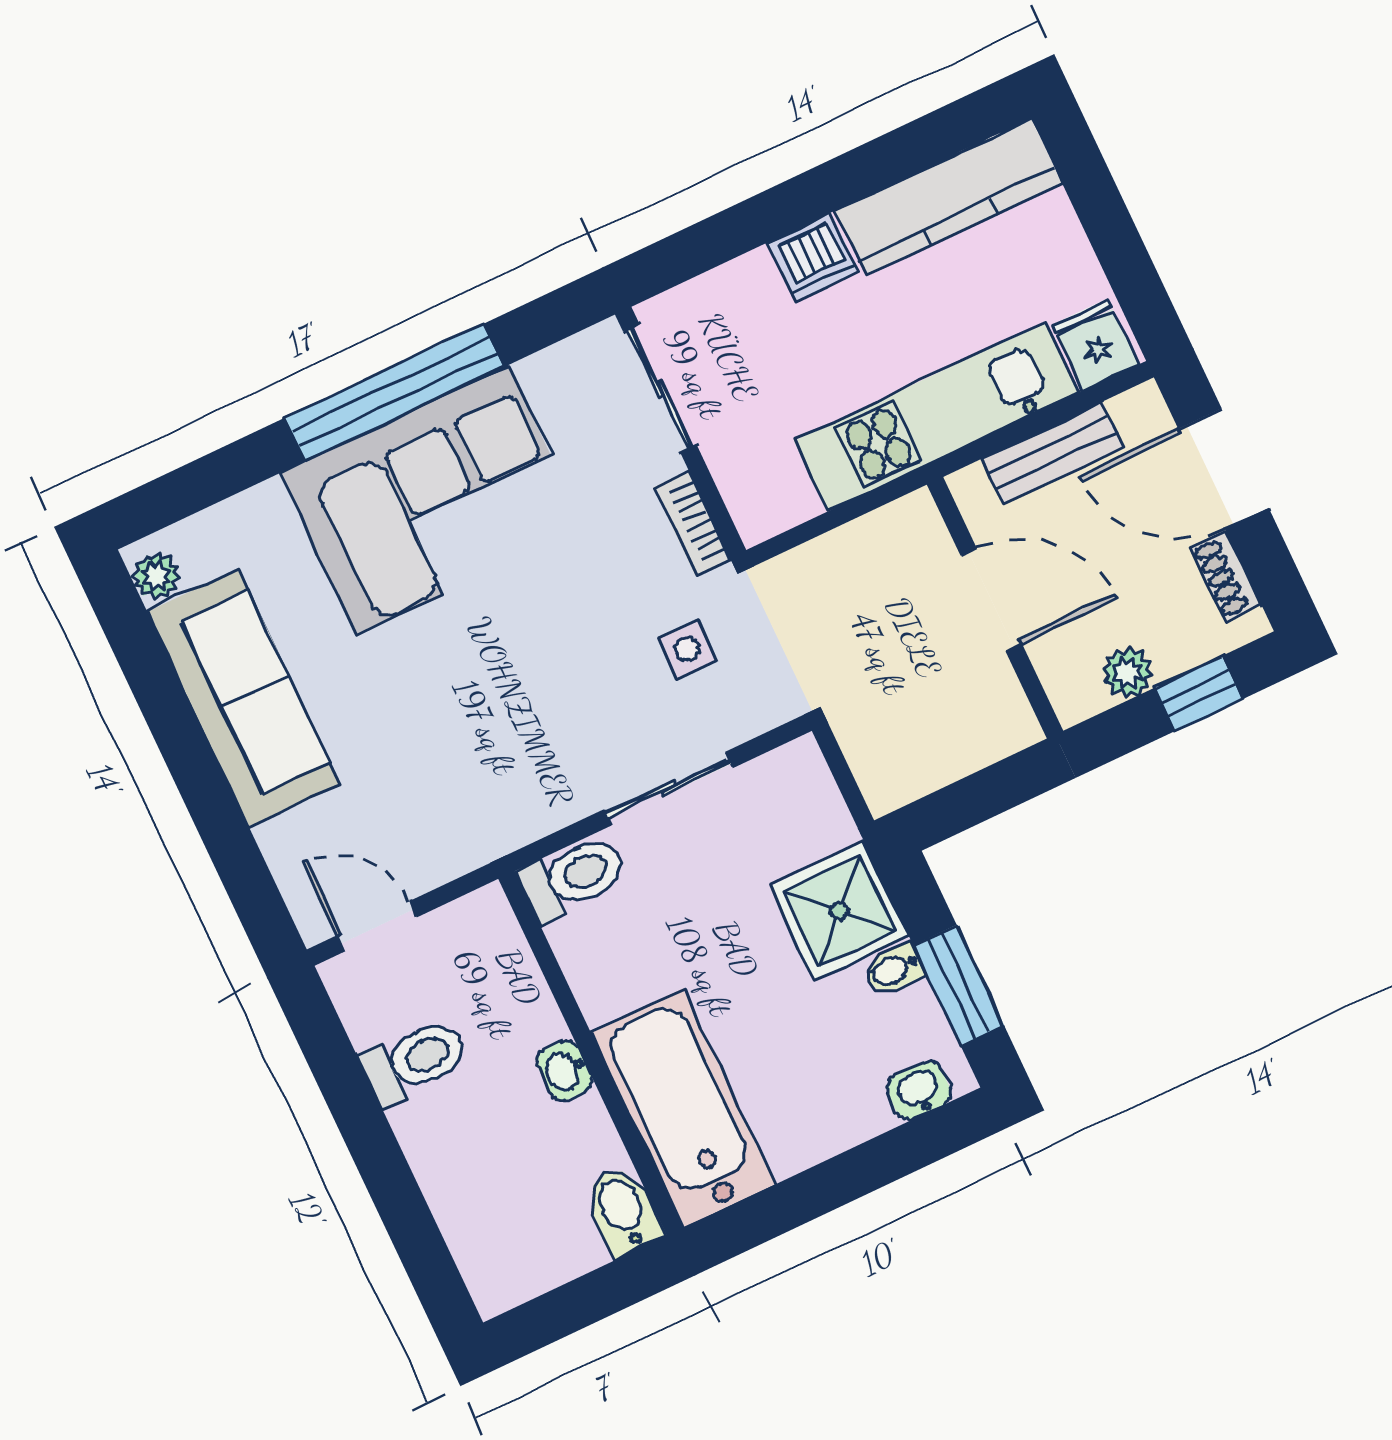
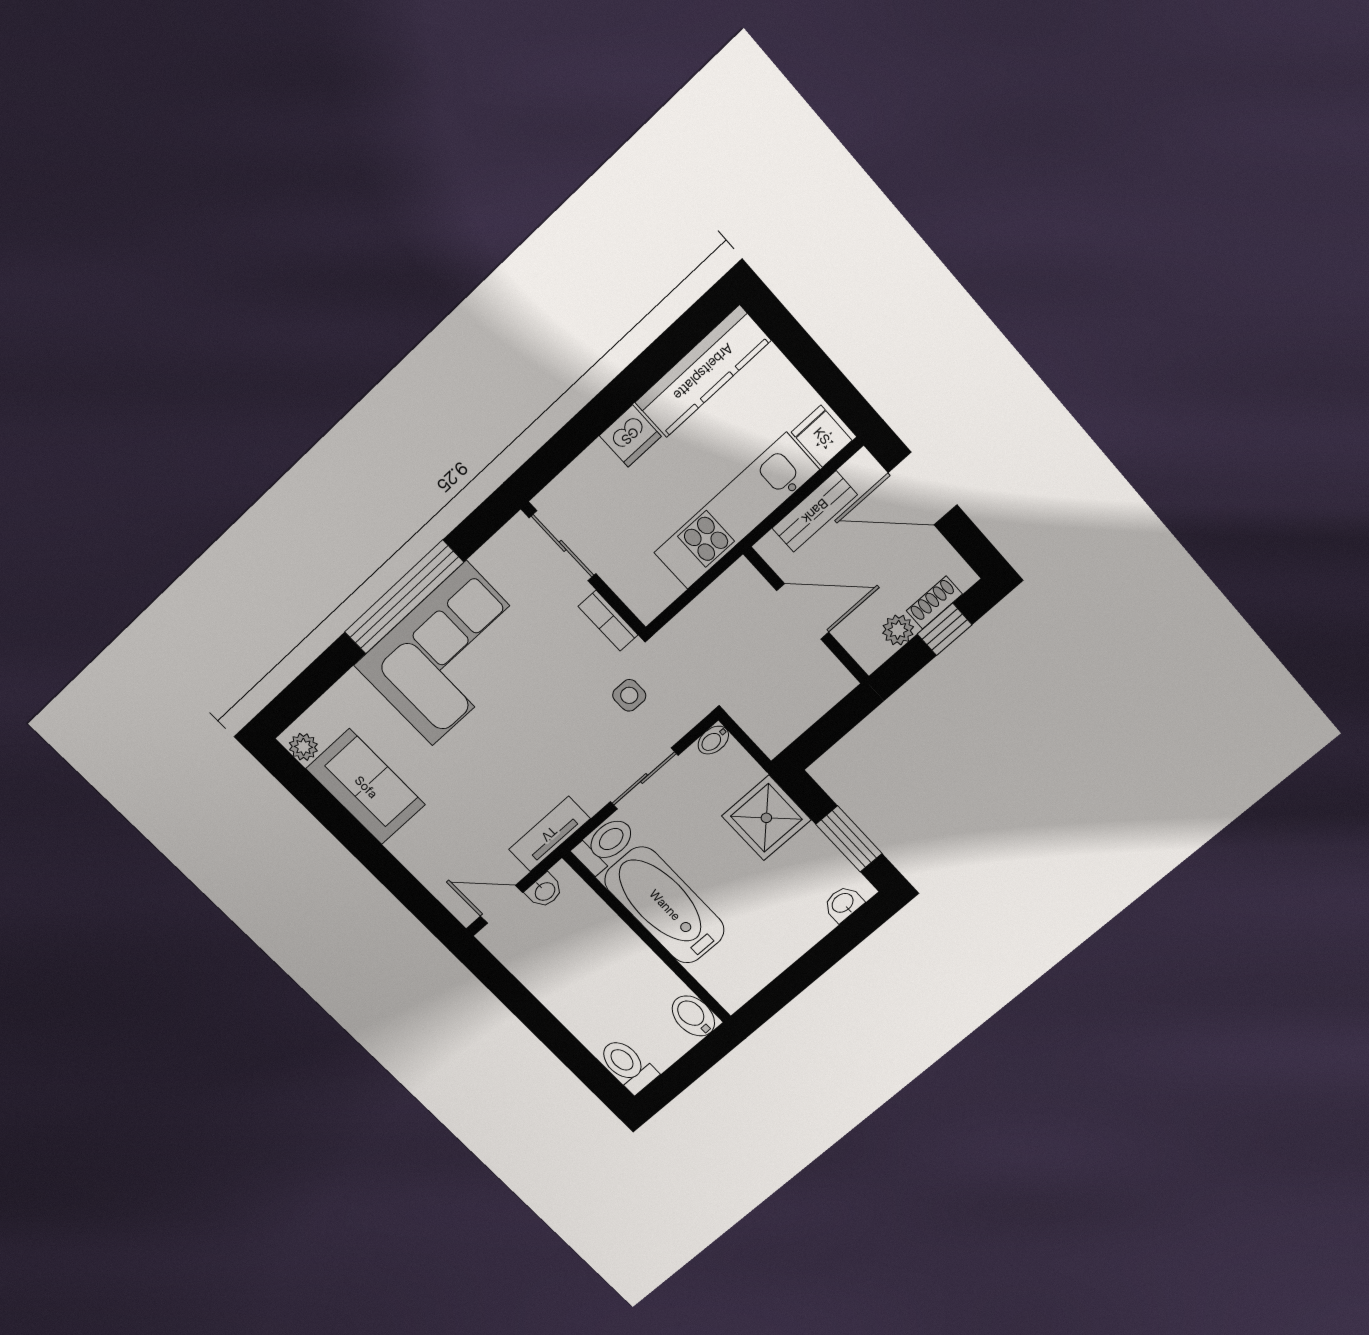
shoe rack: (1226, 576) -> (934, 602), moved, turned 90
sofa: (244, 698) -> (366, 787), width x0.73
tv unit: (491, 834) -> (549, 834), added
bidet: (894, 969) -> (713, 740), moved
toilet: (415, 1060) -> (628, 1065), moved, turned -90
washbasin: (564, 1071) -> (544, 891), moved, turned -90
bathtub: (683, 1108) -> (665, 905), moved

